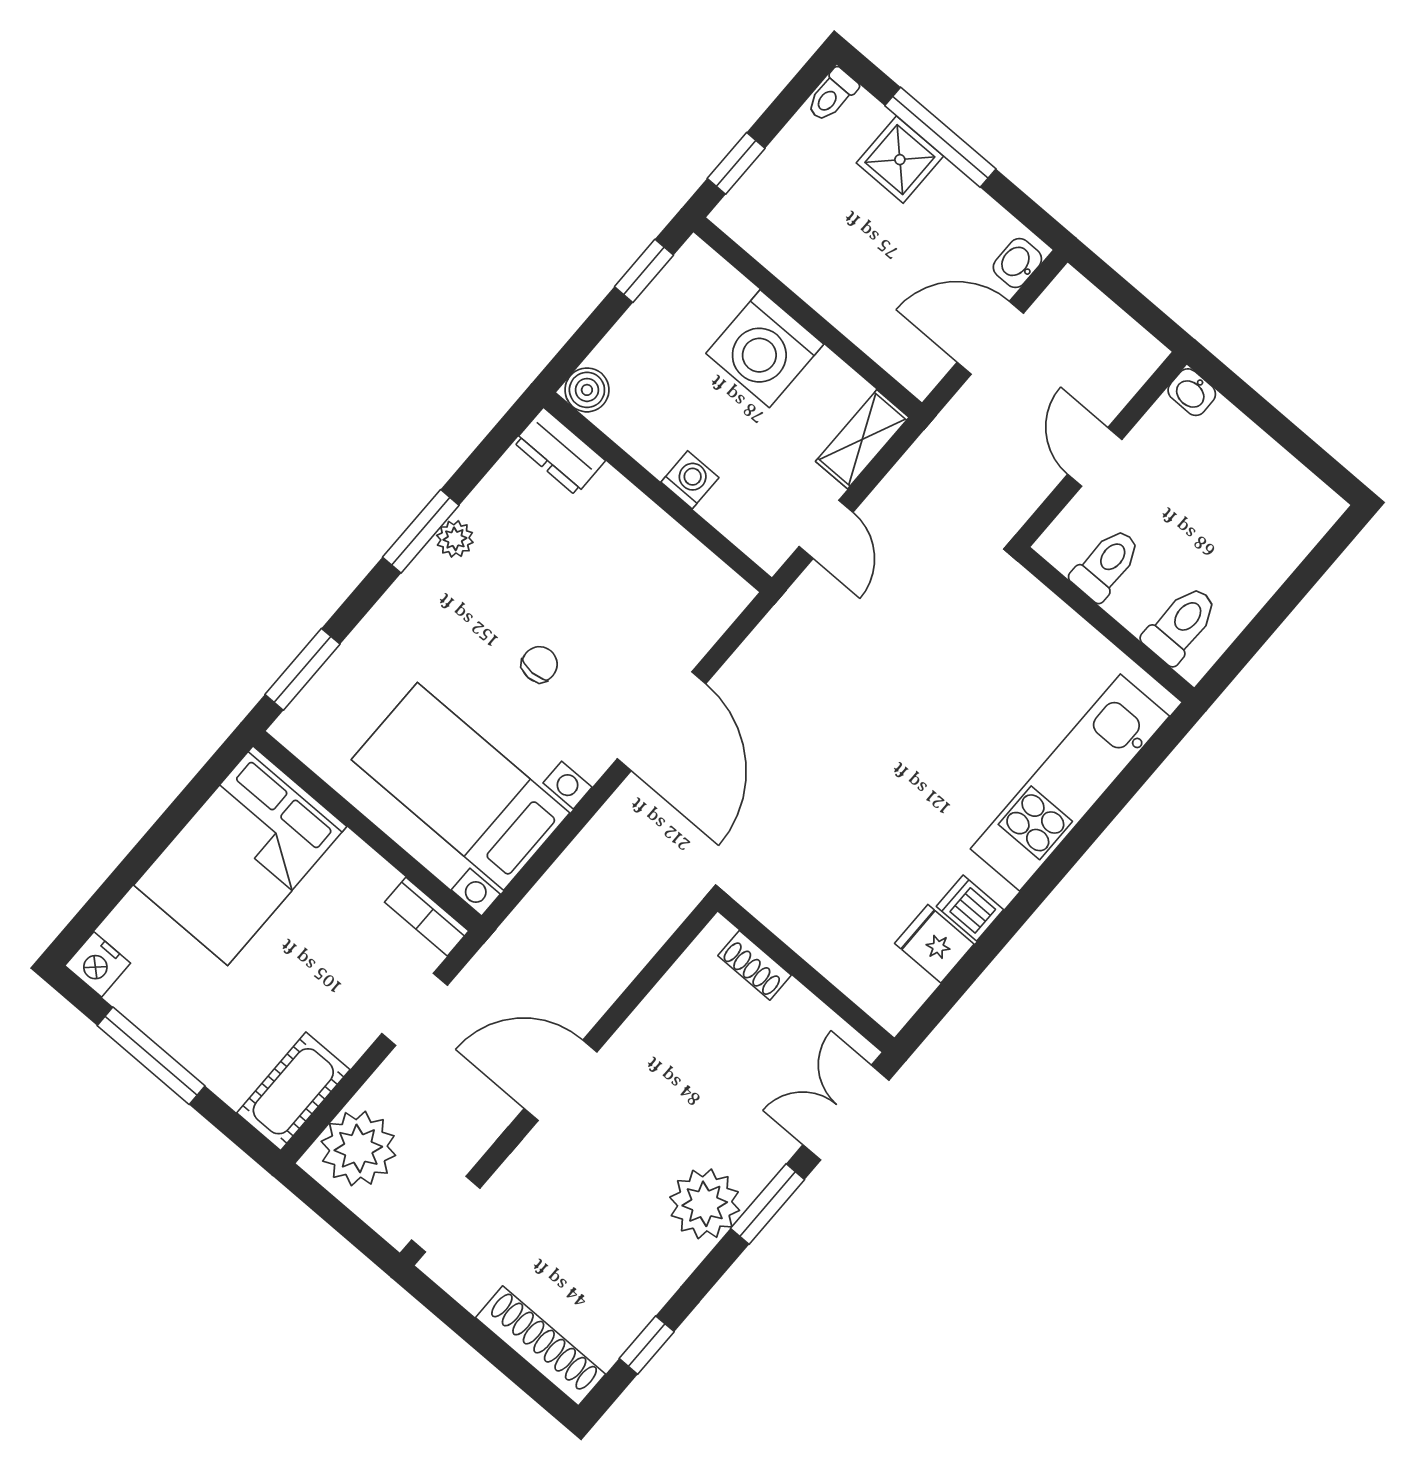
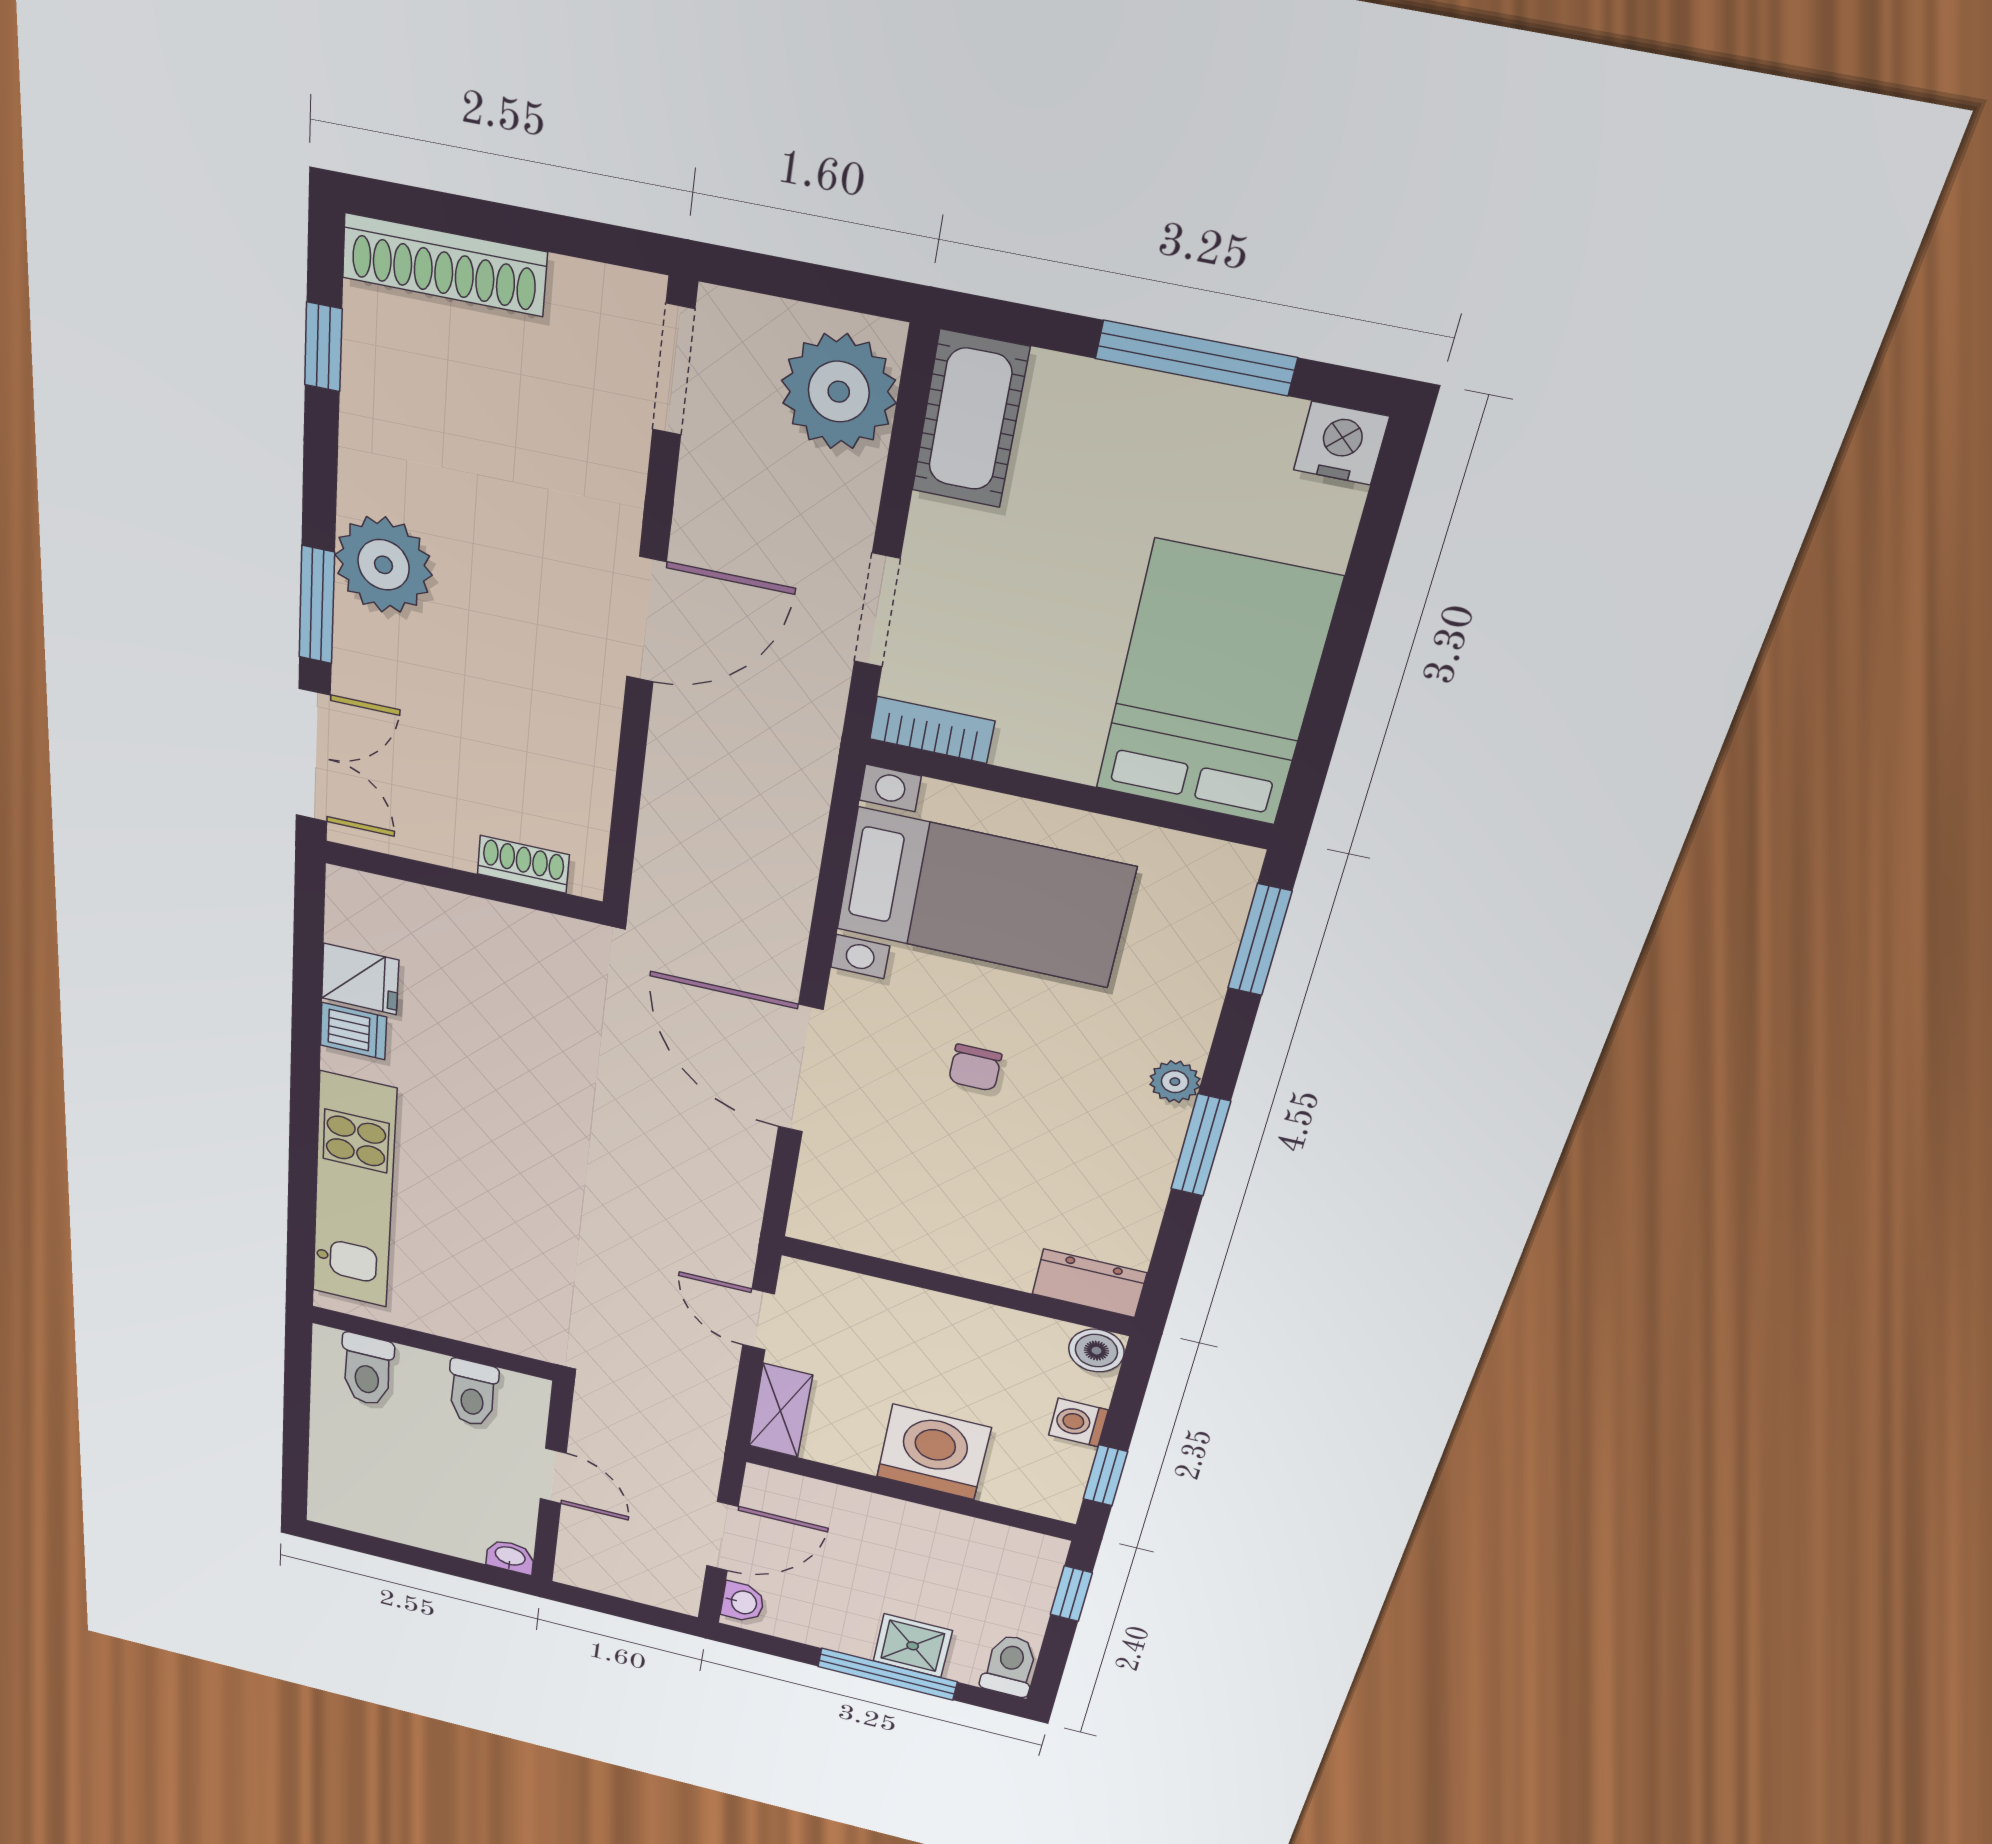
toilet: (832, 95) -> (1010, 1666), width x1.37, depth x1.39
washing machine: (690, 480) -> (1078, 1422), moved, turned 90
plant: (455, 539) -> (1175, 1082), moved

